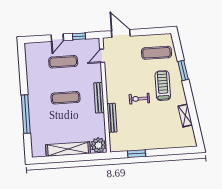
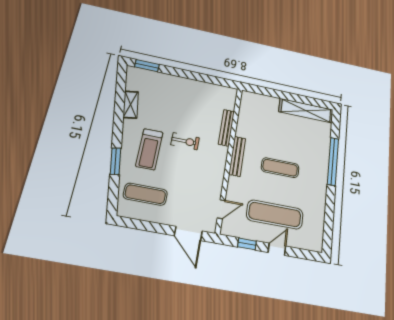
exercise mat: (63, 62) -> (275, 214), width x1.36, depth x1.45
plant: (98, 145) -> (250, 101), removed
shelving: (68, 149) -> (306, 111), moved
window: (137, 154) -> (147, 66), moved

